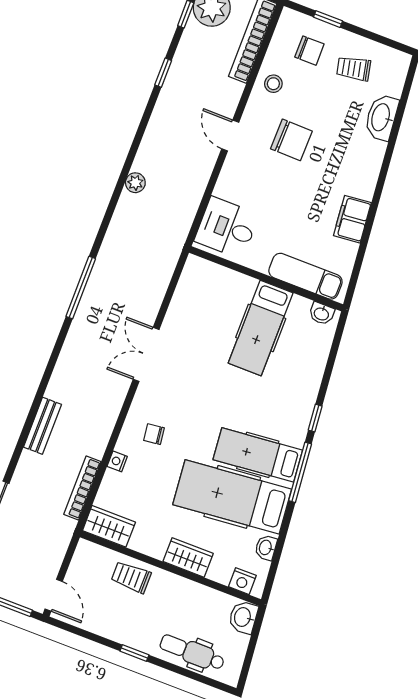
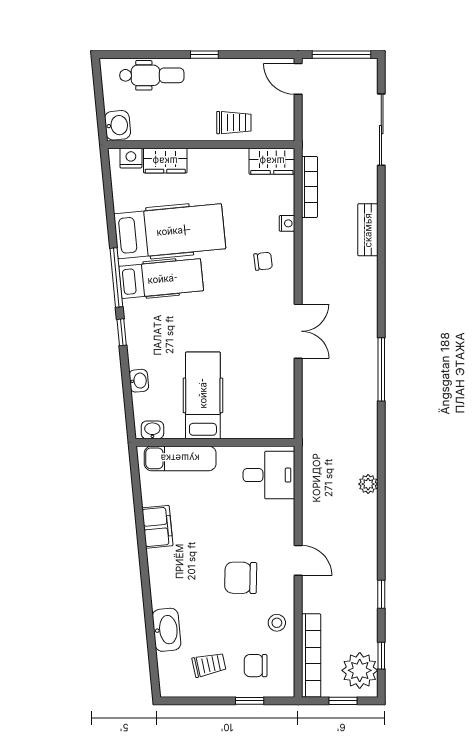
washbasin: (266, 548) -> (139, 381), moved
wardrobe: (188, 557) -> (165, 161), moved

